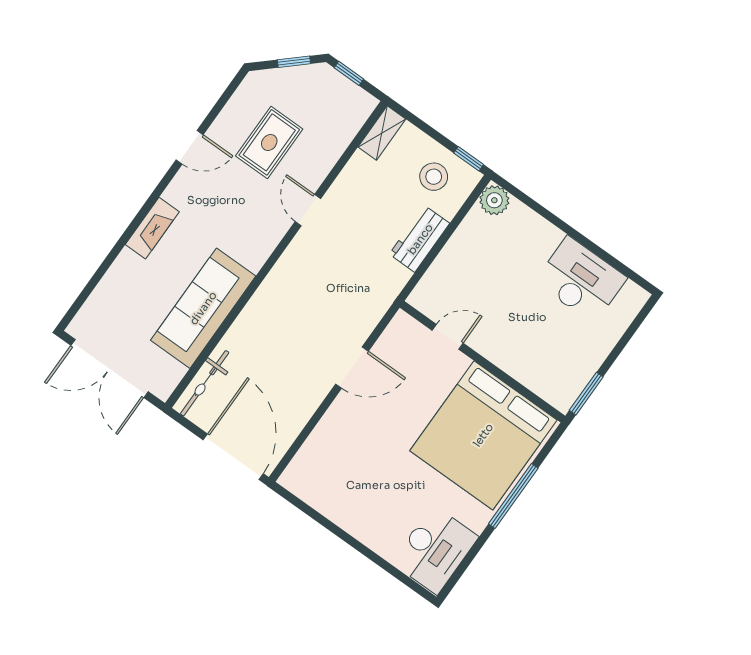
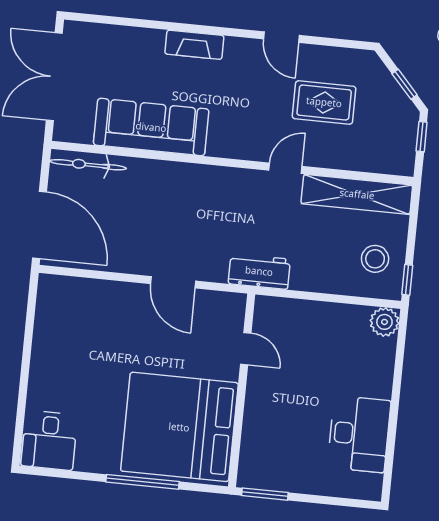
shelving: (382, 133) -> (357, 194), width x2.20, depth x1.33
workbench: (420, 239) -> (259, 271), moved
door: (233, 457) -> (39, 225), hinge flipped
desk: (435, 550) -> (49, 440), width x0.73

